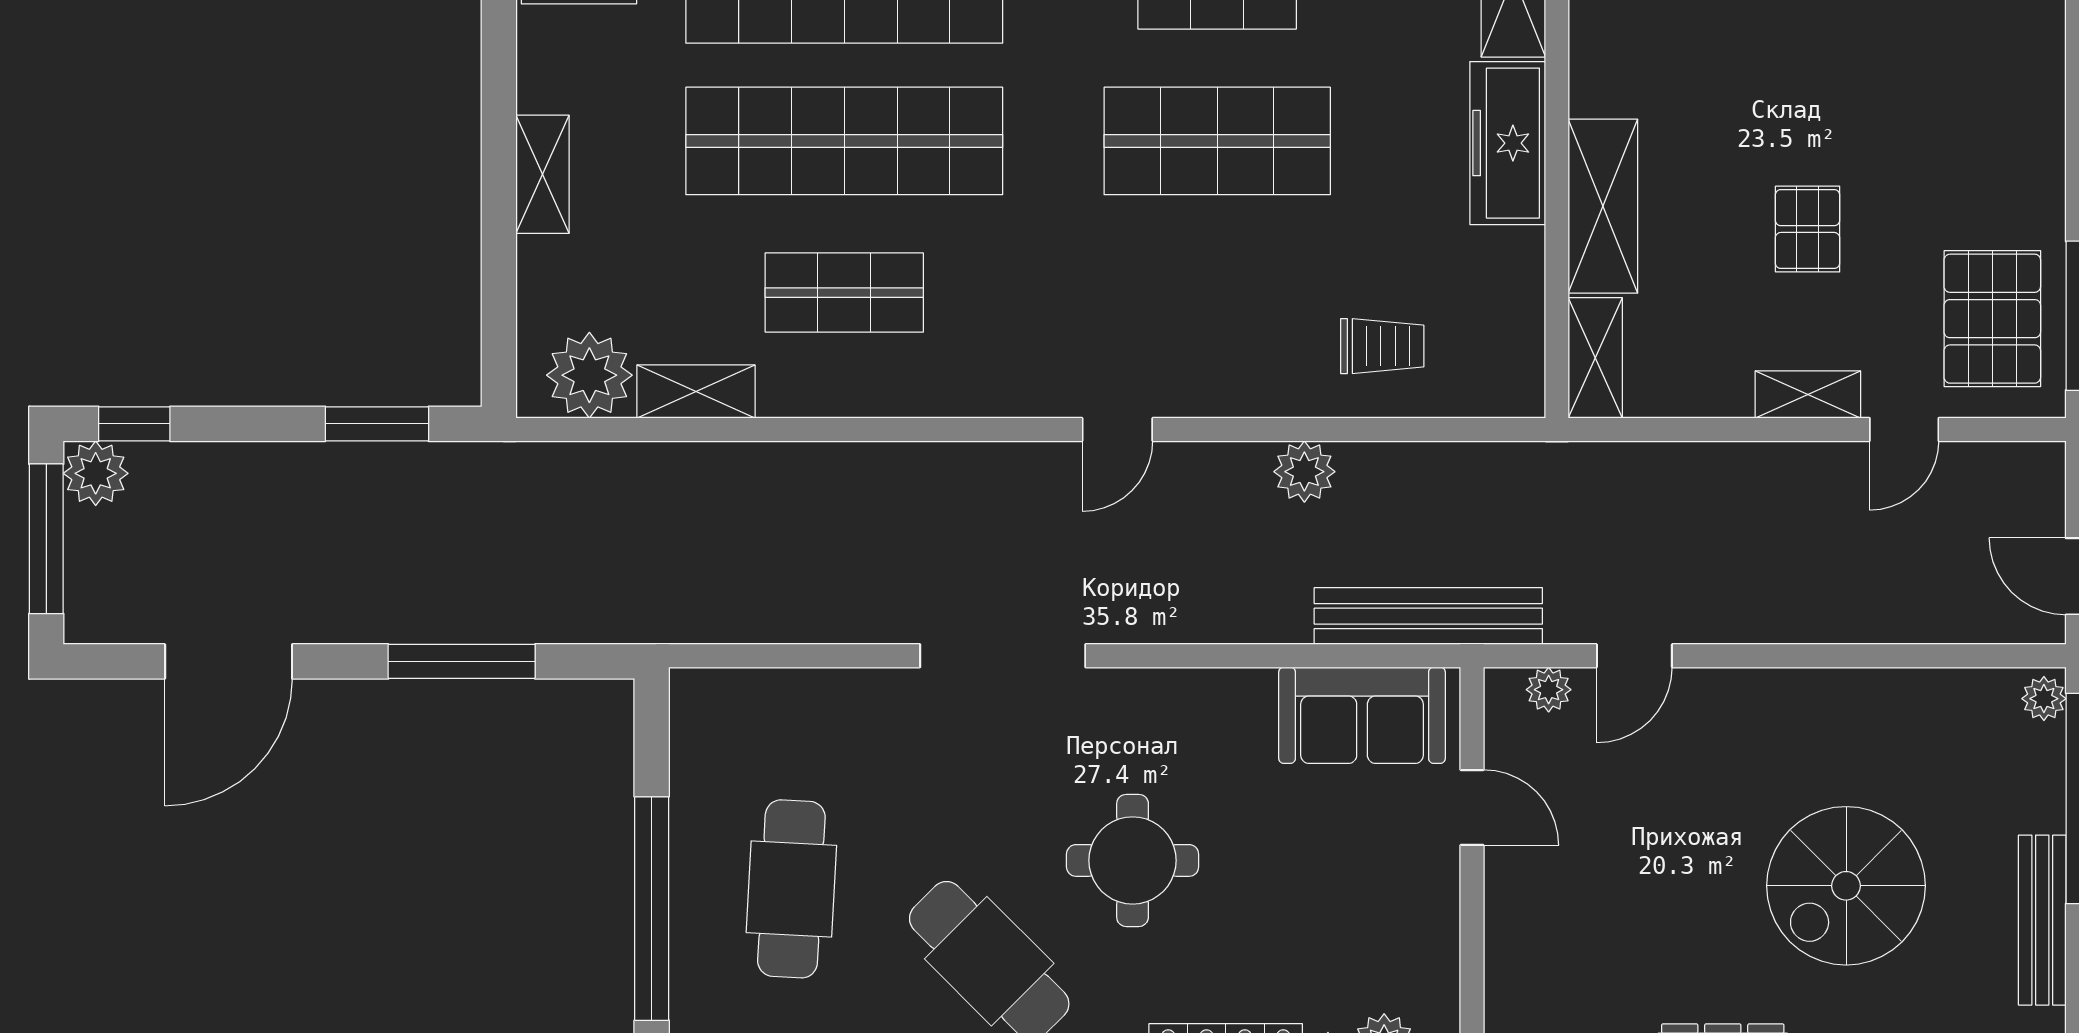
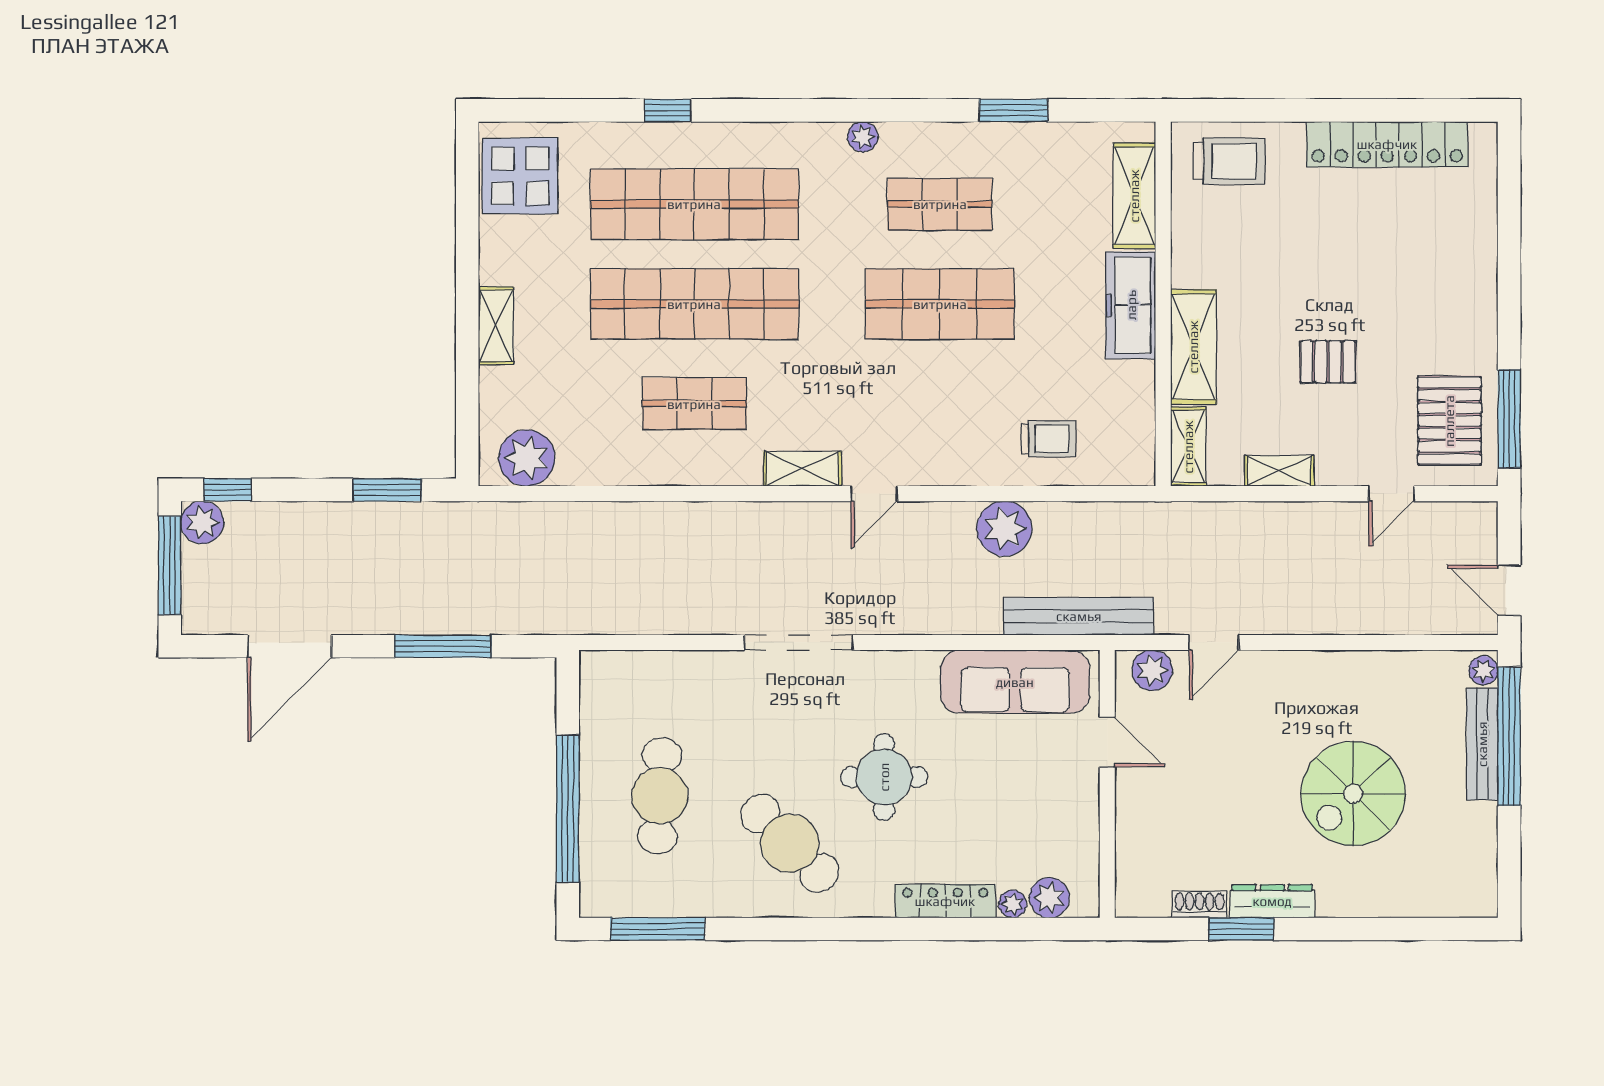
pallet: (1808, 229) -> (1328, 362), turned 90
shelving: (696, 392) -> (802, 469), moved
shelving: (1808, 394) -> (1279, 471), moved
plant: (1304, 472) -> (1004, 529), width x1.36, depth x1.36
plant: (1549, 690) -> (1152, 670), width x1.38, depth x1.38
sofa: (1362, 715) -> (1015, 682), width x1.36
bench: (2042, 920) -> (1482, 744), moved

